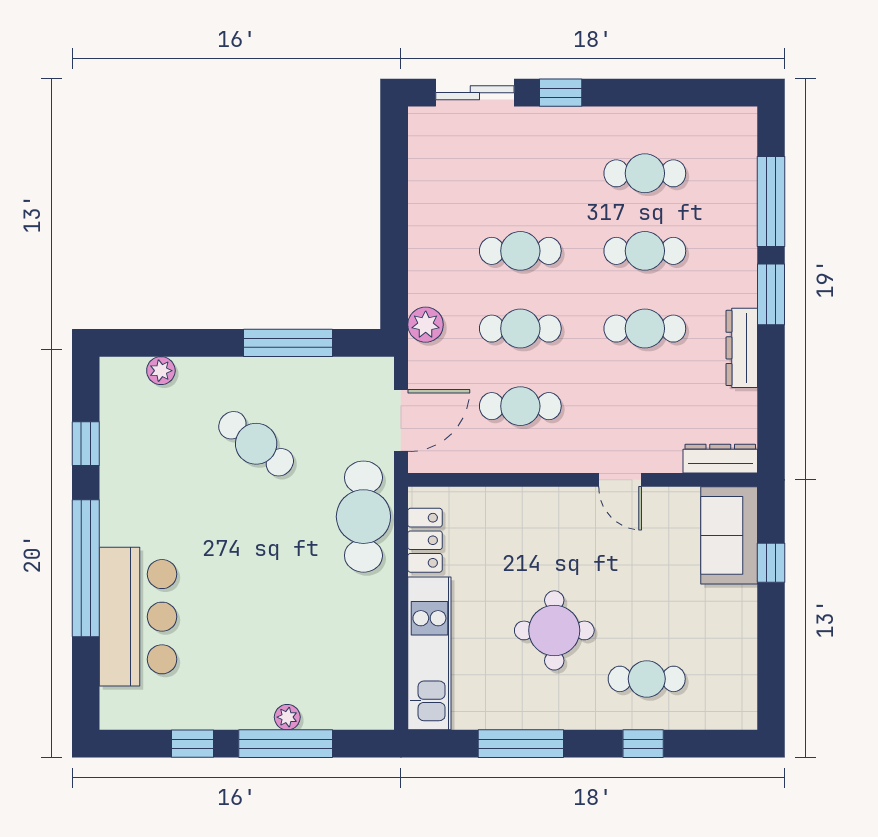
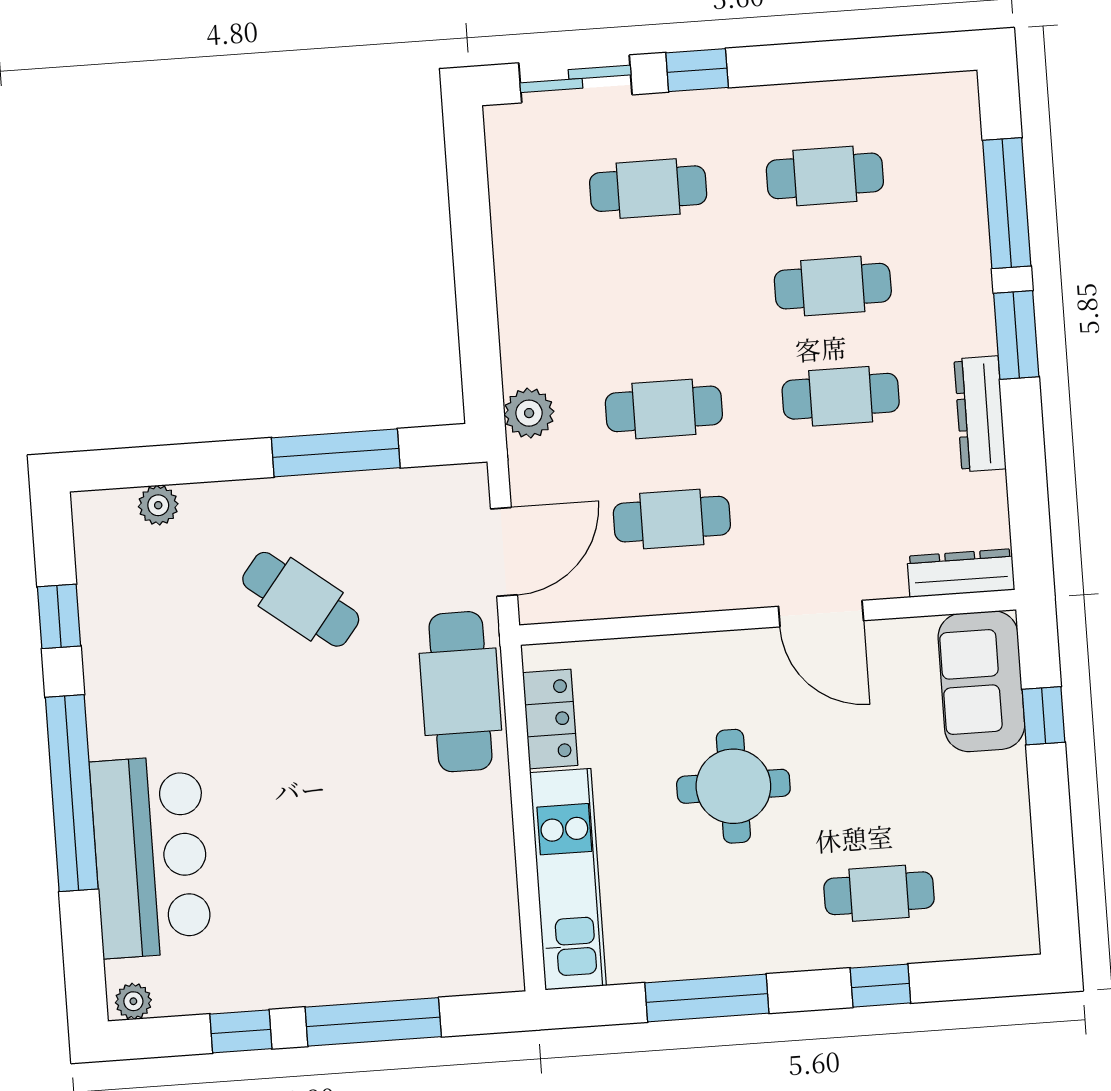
cafe table: (520, 251) -> (648, 189), moved
door: (620, 480) -> (821, 614), width x1.37
round table: (554, 630) -> (733, 786), moved
plant: (287, 717) -> (133, 1001), moved

